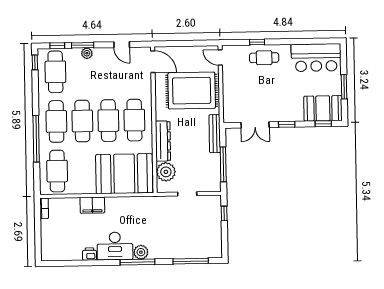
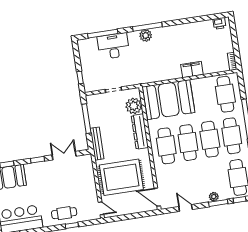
desk: (115, 246) -> (113, 46), moved
printer: (89, 254) -> (219, 23), moved

